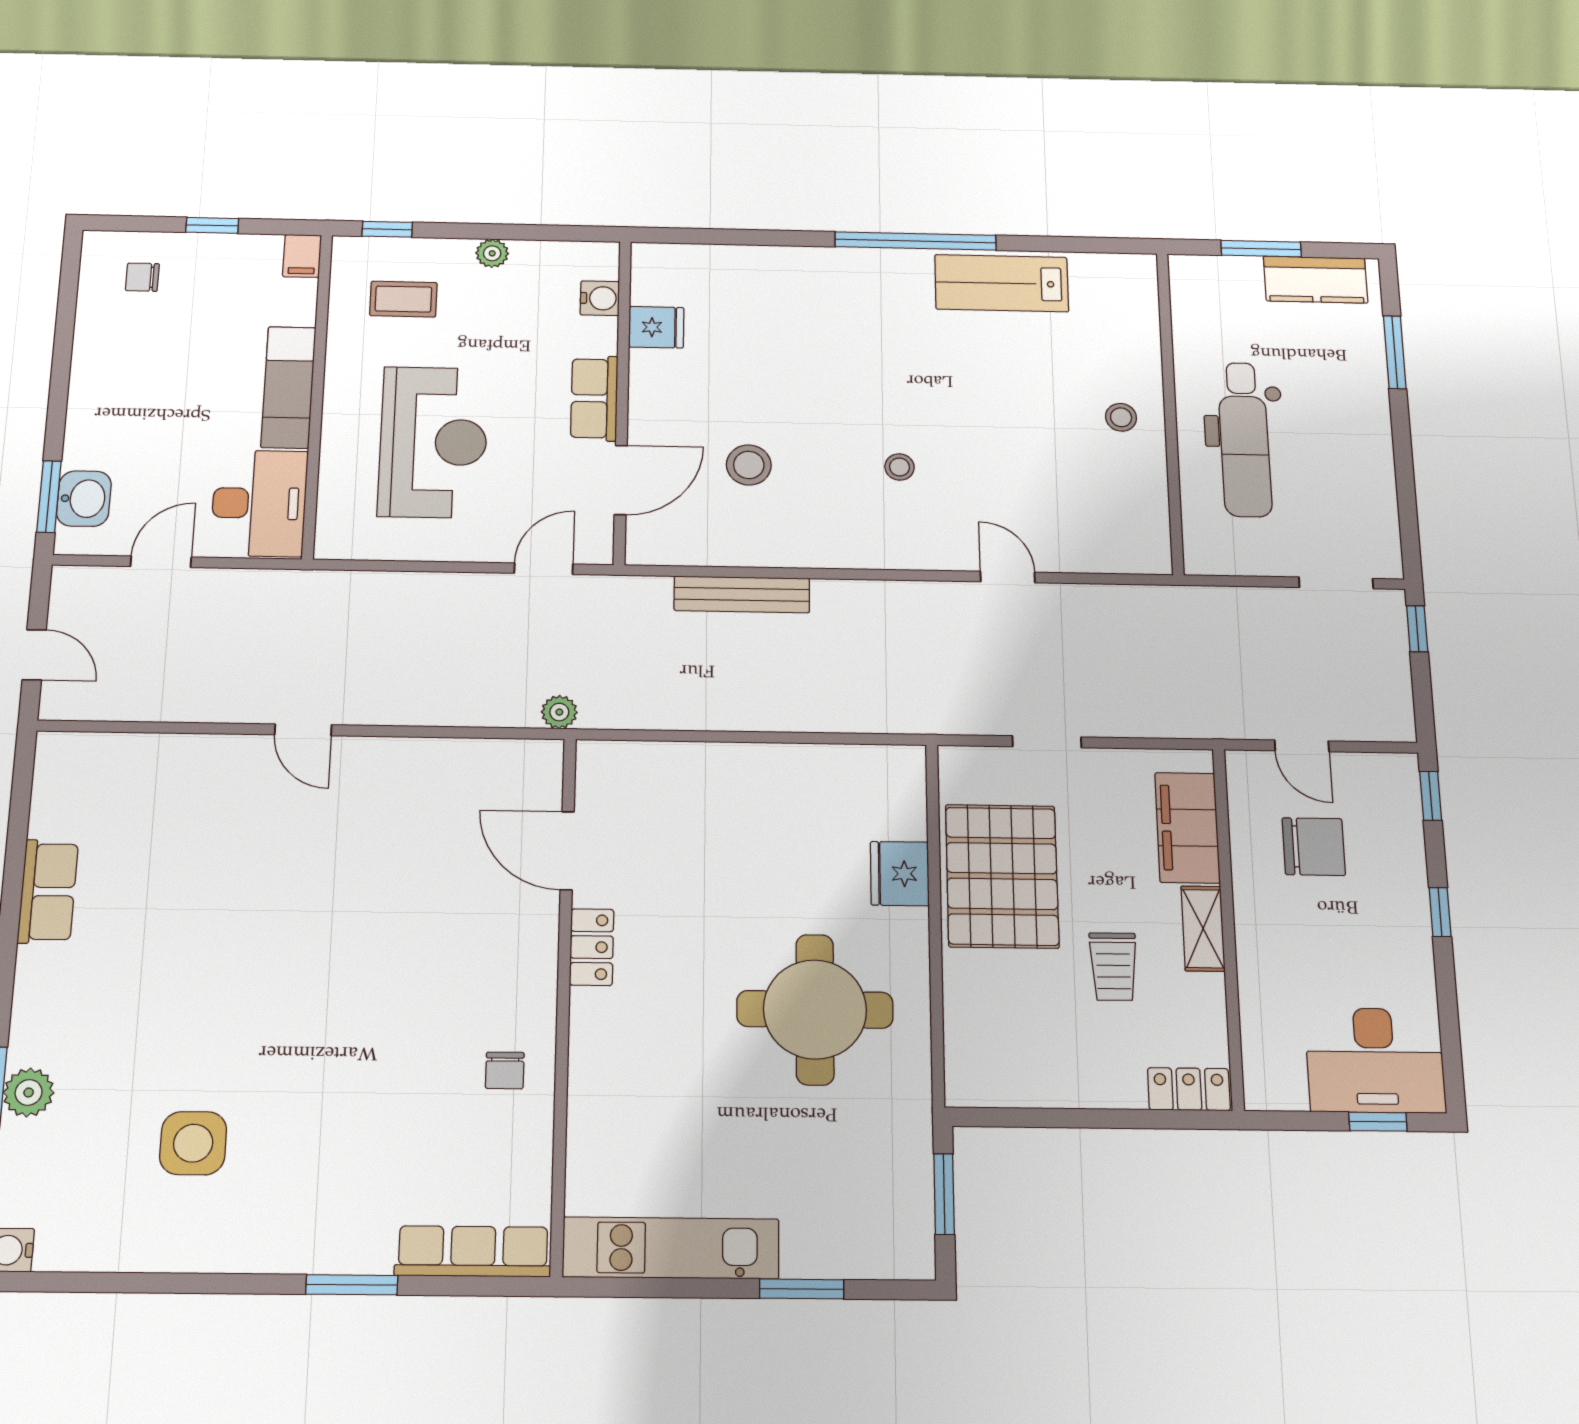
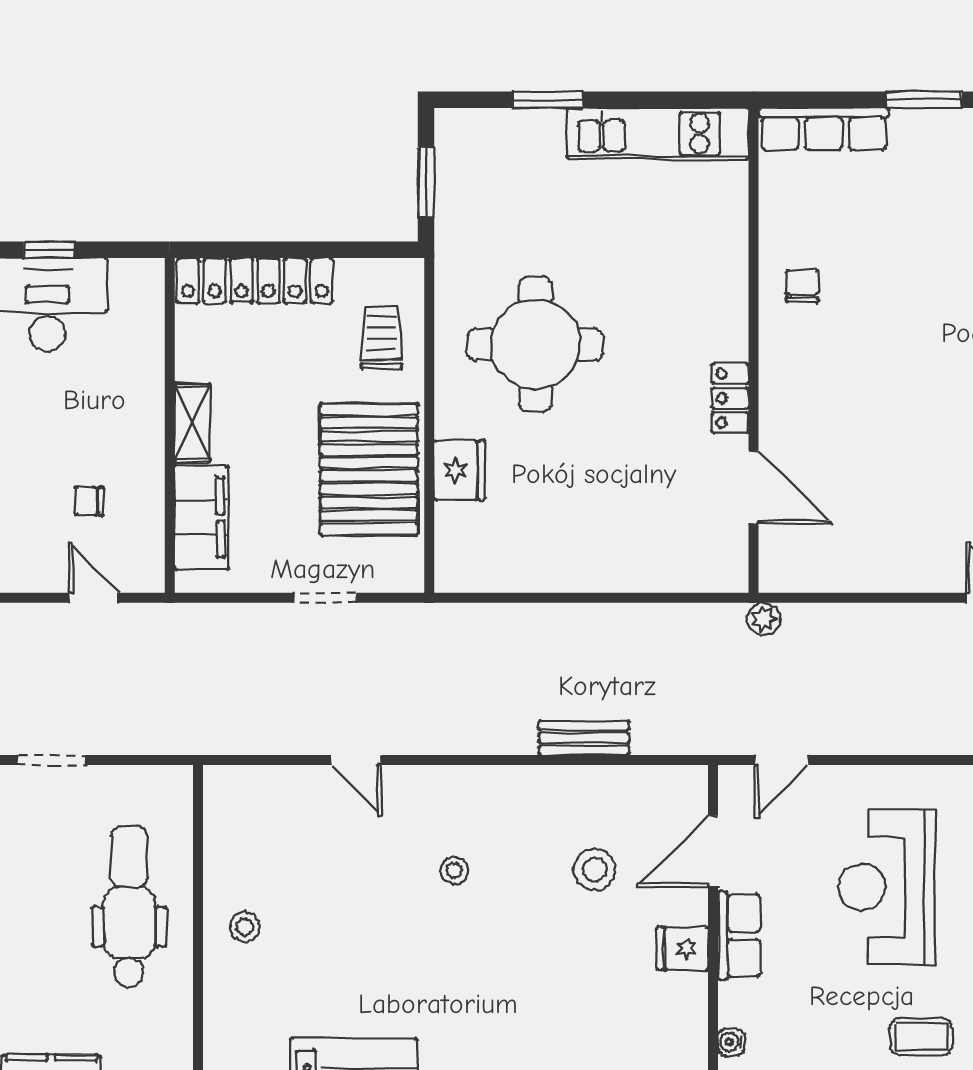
water cooler: (600, 298) -> (731, 1042), width x0.72, depth x0.72
fridge: (656, 327) -> (682, 948), moved
bench: (742, 594) -> (584, 738), width x0.73
chair: (1314, 847) -> (89, 501), width x0.54, depth x0.54
trolley: (1113, 967) -> (381, 338), moved
locker: (1189, 1089) -> (255, 281), width x2.16, depth x1.21

